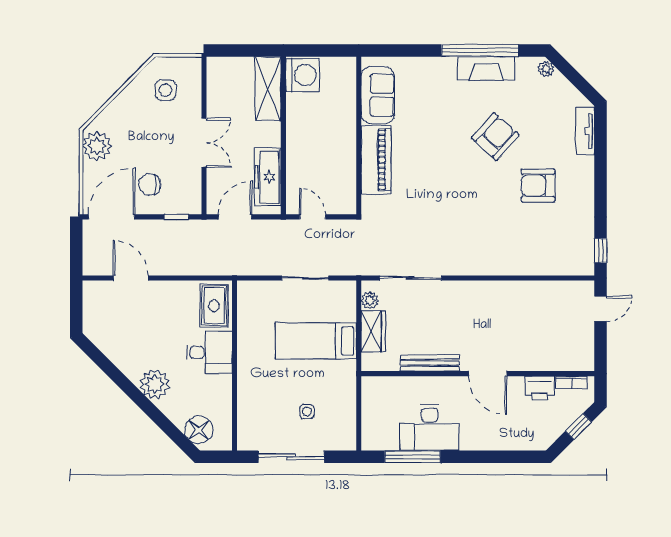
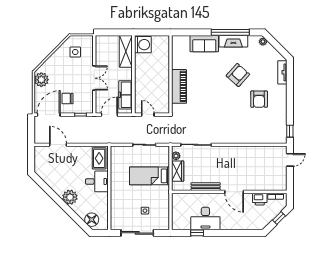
sofa: (378, 95) -> (204, 44), moved, turned 90
armchair: (538, 185) -> (259, 99), turned -90
window: (413, 457) -> (197, 233), width x0.46

